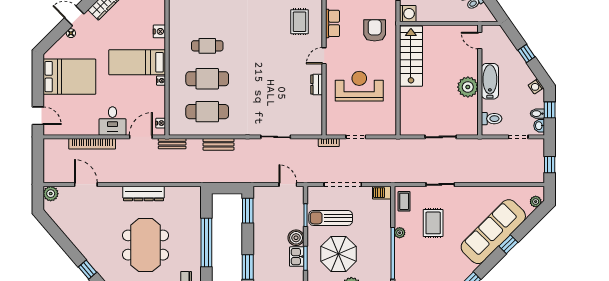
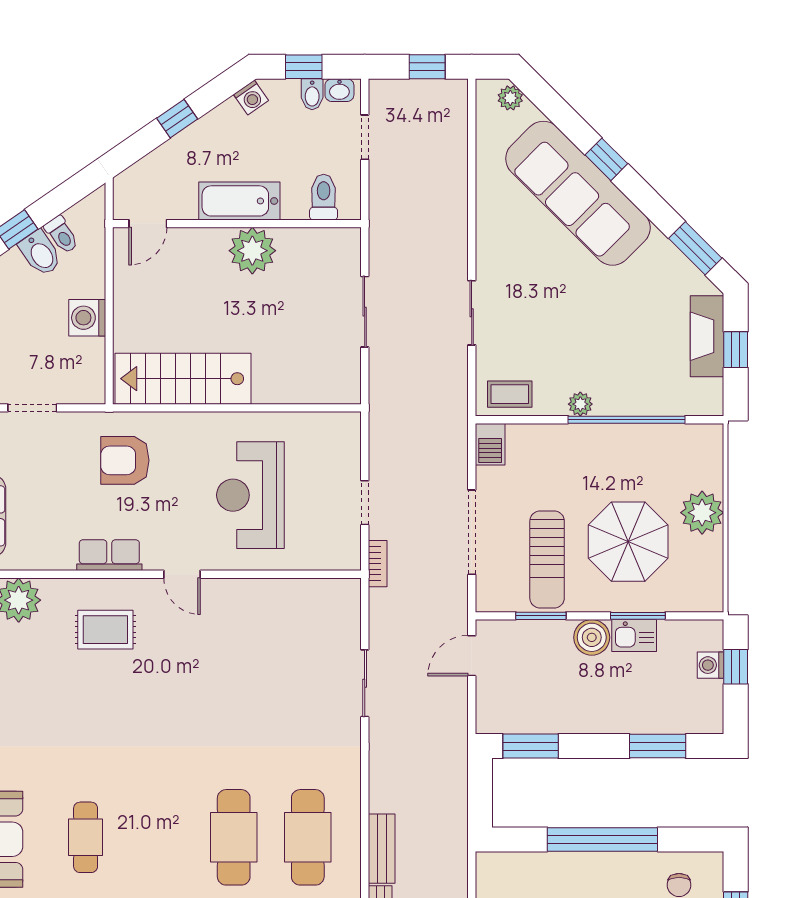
washing machine: (408, 14) -> (87, 318), moved, turned -90
cafe table: (207, 46) -> (86, 837), moved
dresser: (317, 85) -> (247, 591), removed
bench: (218, 144) -> (382, 849), moved
rug: (433, 223) -> (558, 329), removed

